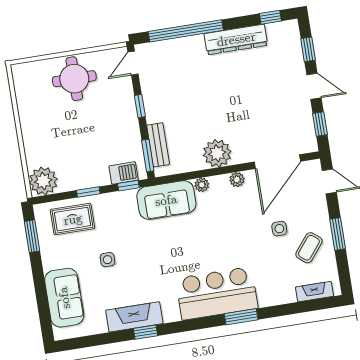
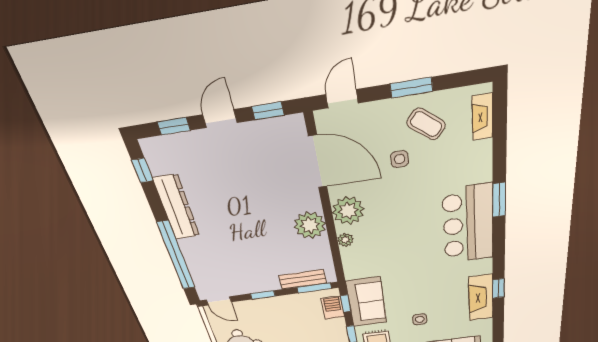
plant: (237, 180) -> (348, 211), width x1.87, depth x1.87
sofa: (166, 200) -> (366, 302), moved

